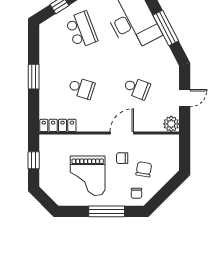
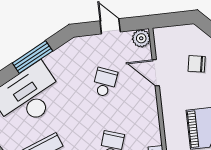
door: (122, 133) -> (156, 73), moved
chair: (122, 158) -> (187, 90), removed

